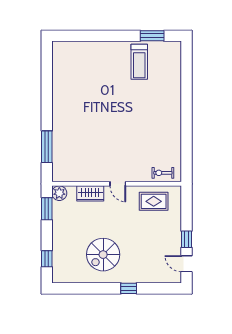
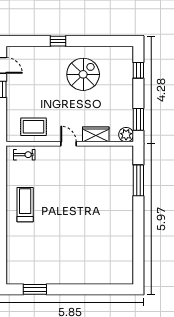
treadmill: (139, 62) -> (25, 205), moved

